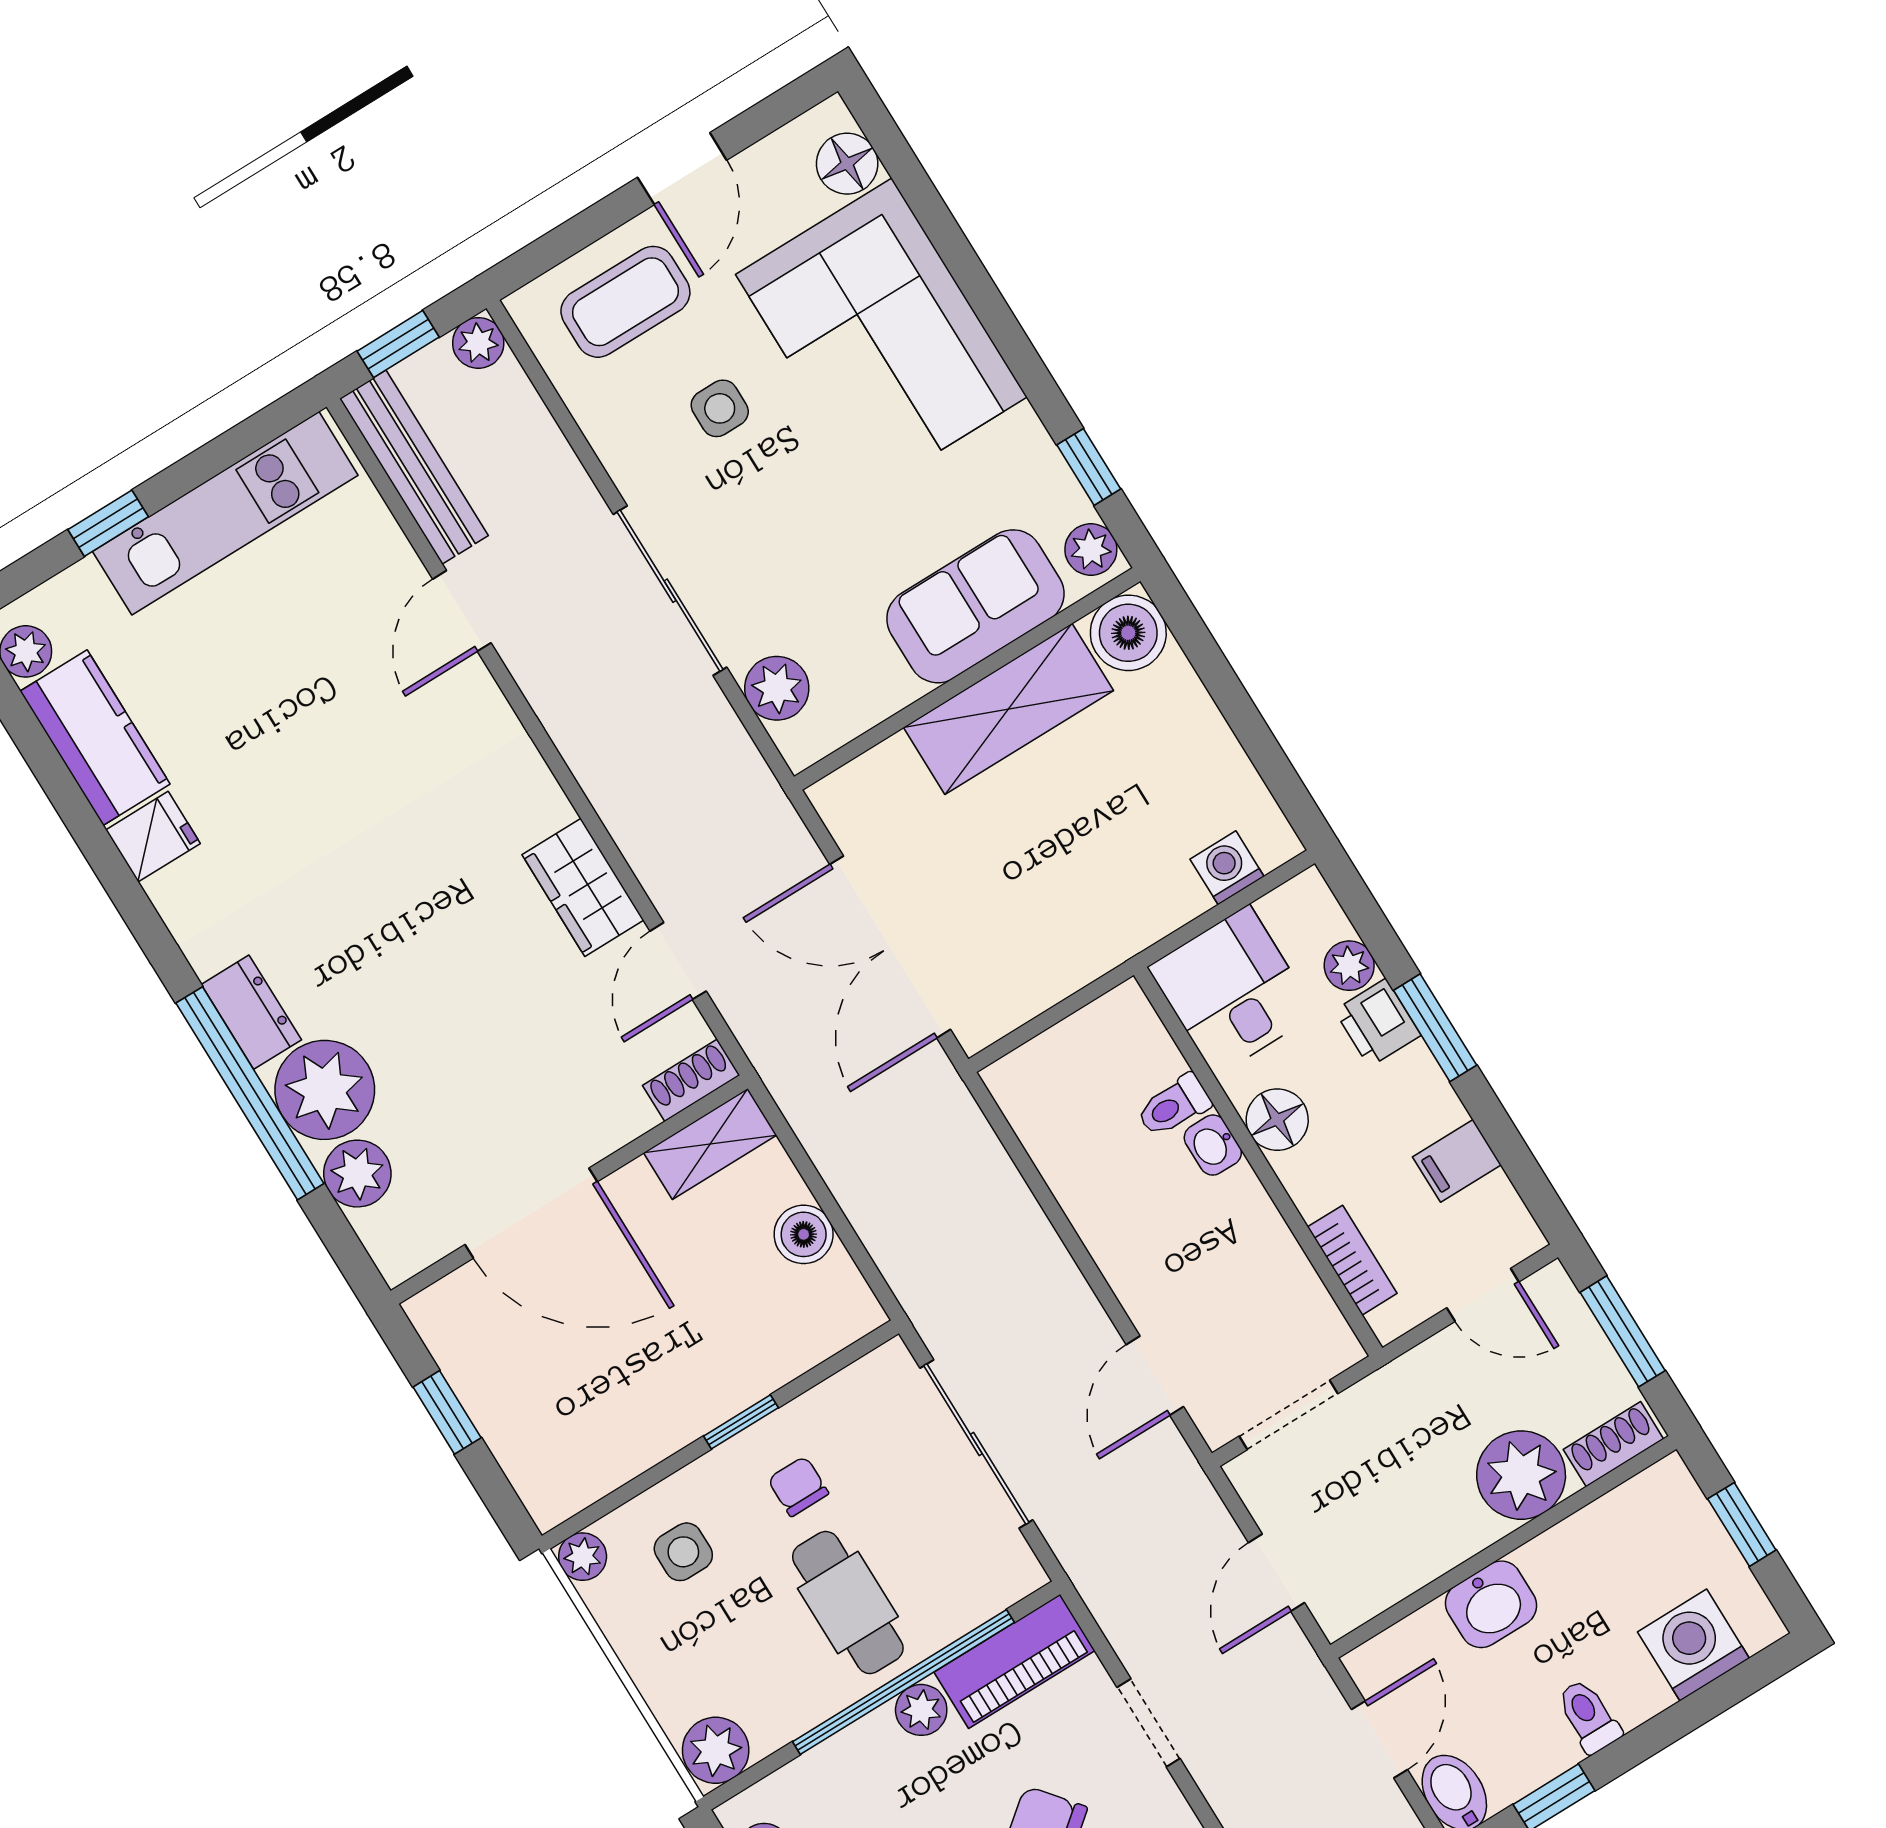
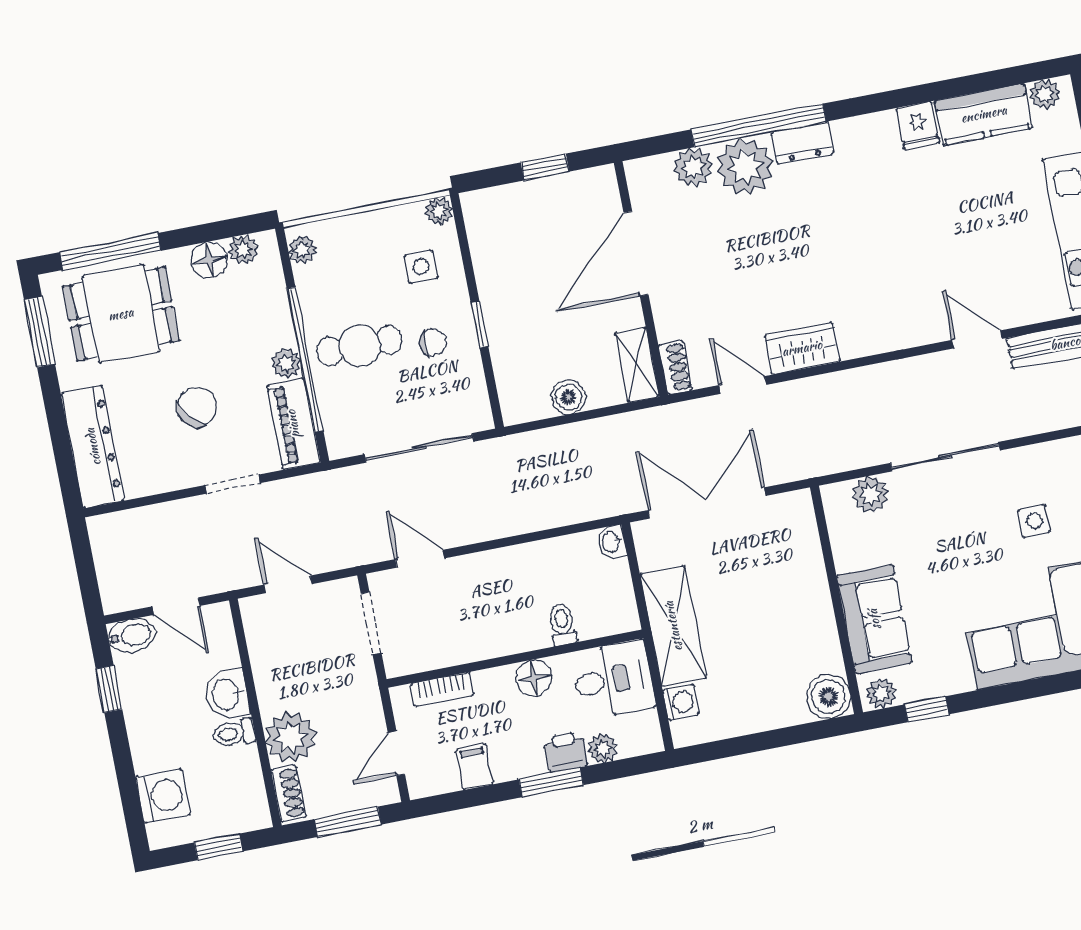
shelving: (1008, 709) -> (673, 626), moved
washbasin: (1213, 1145) -> (612, 542), moved, turned -90
toilet: (1588, 1716) -> (234, 733), moved, turned 180
plant: (716, 1750) -> (302, 250), width x0.73, depth x0.73

